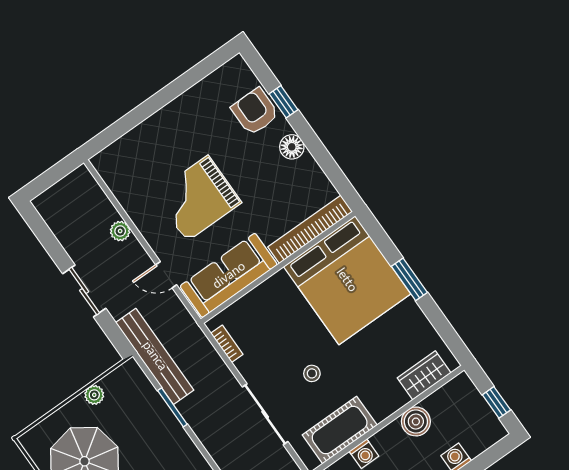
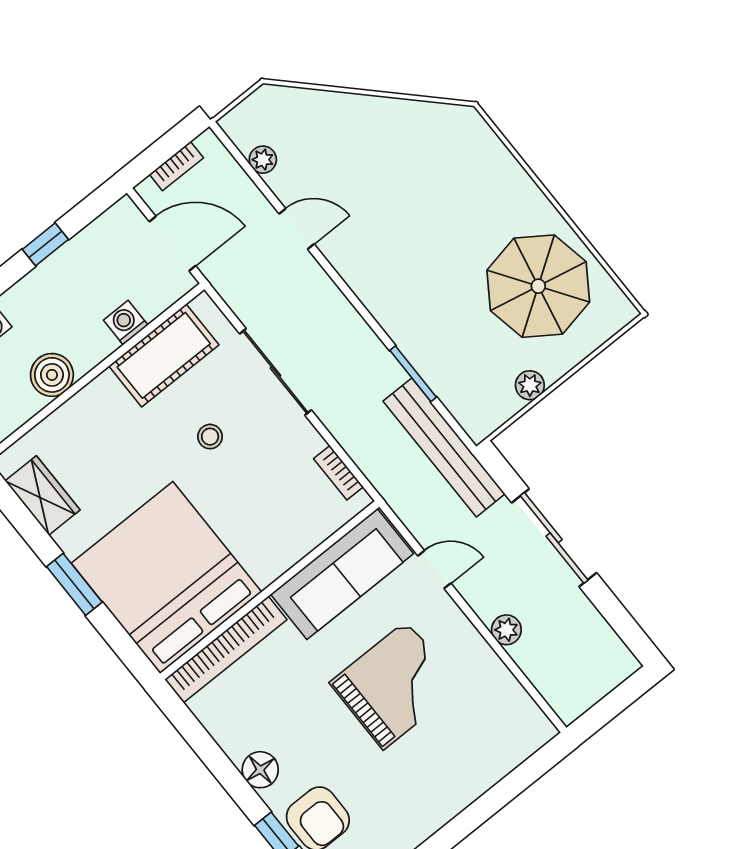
sliding door: (84, 291) -> (554, 538), width x1.37
wardrobe: (424, 375) -> (42, 495), moved, turned -90

